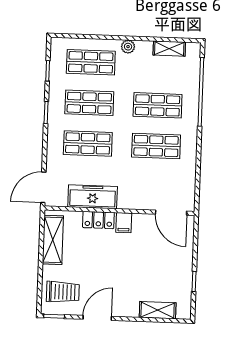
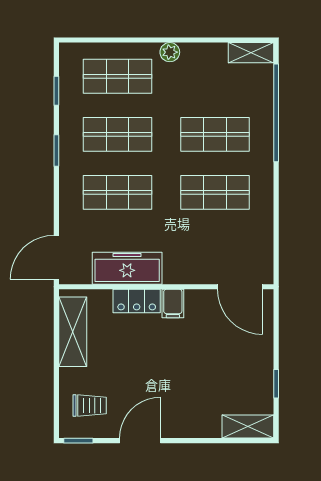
shelving: (169, 49) -> (251, 53), moved
trolley: (63, 292) -> (90, 405), width x0.73, depth x0.72
shelving: (158, 310) -> (248, 427), moved

